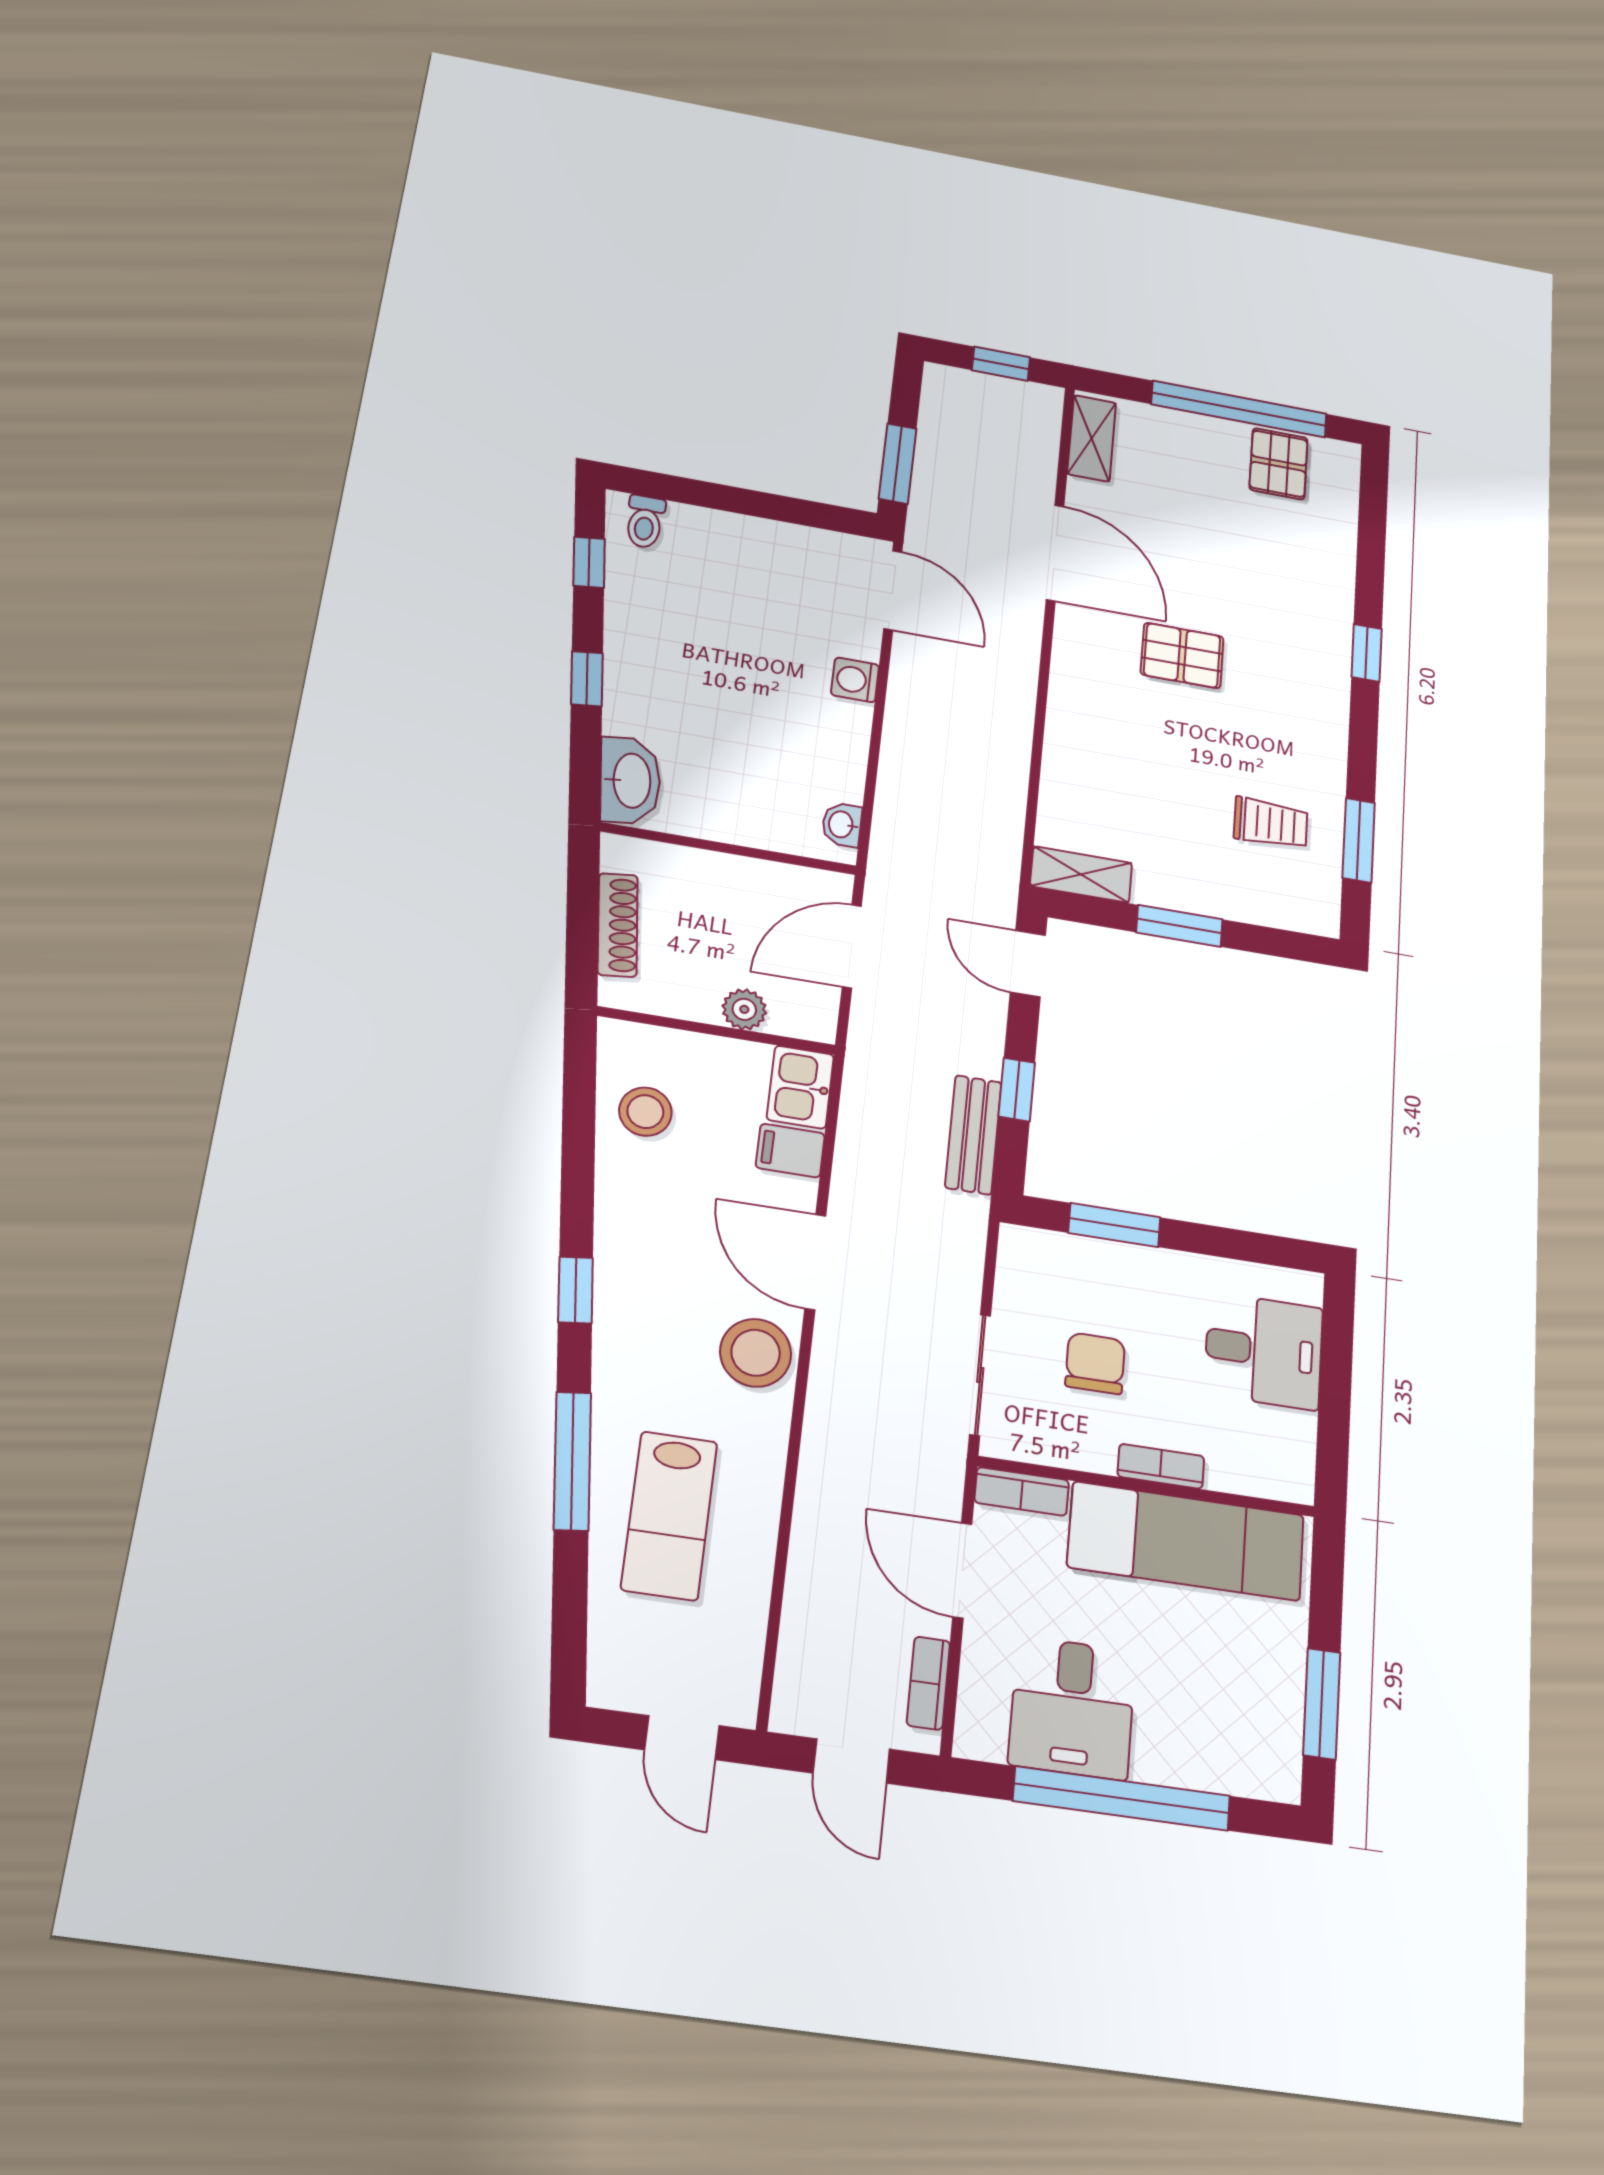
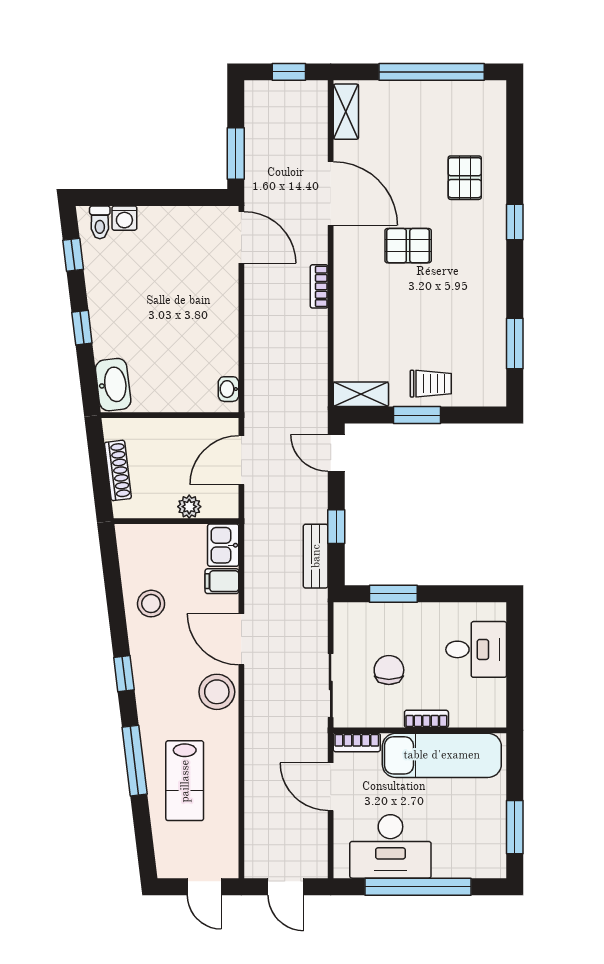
pallet: (1279, 464) -> (465, 178), moved
washing machine: (855, 680) -> (124, 218), moved, turned -90
trolley: (1271, 823) -> (431, 384), moved
stool: (645, 1112) -> (151, 604), moved
bookcase: (928, 1683) -> (319, 286), moved
desk: (1072, 1708) -> (390, 846), width x1.37

